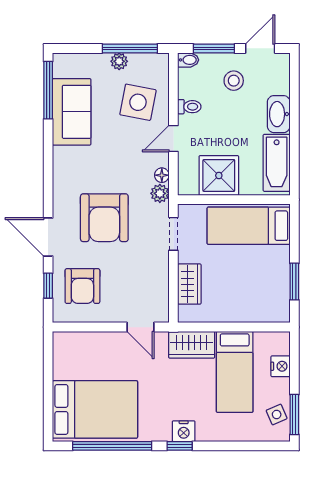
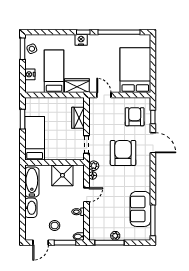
side table: (138, 102) -> (105, 214), removed
bed: (249, 226) -> (35, 138), moved, turned -90
bed: (95, 409) -> (135, 70), moved, turned 90

